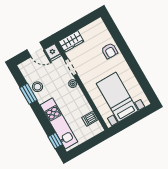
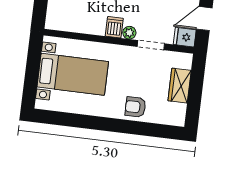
wardrobe: (71, 41) -> (180, 86), moved
dishwasher: (90, 119) -> (114, 27), moved

